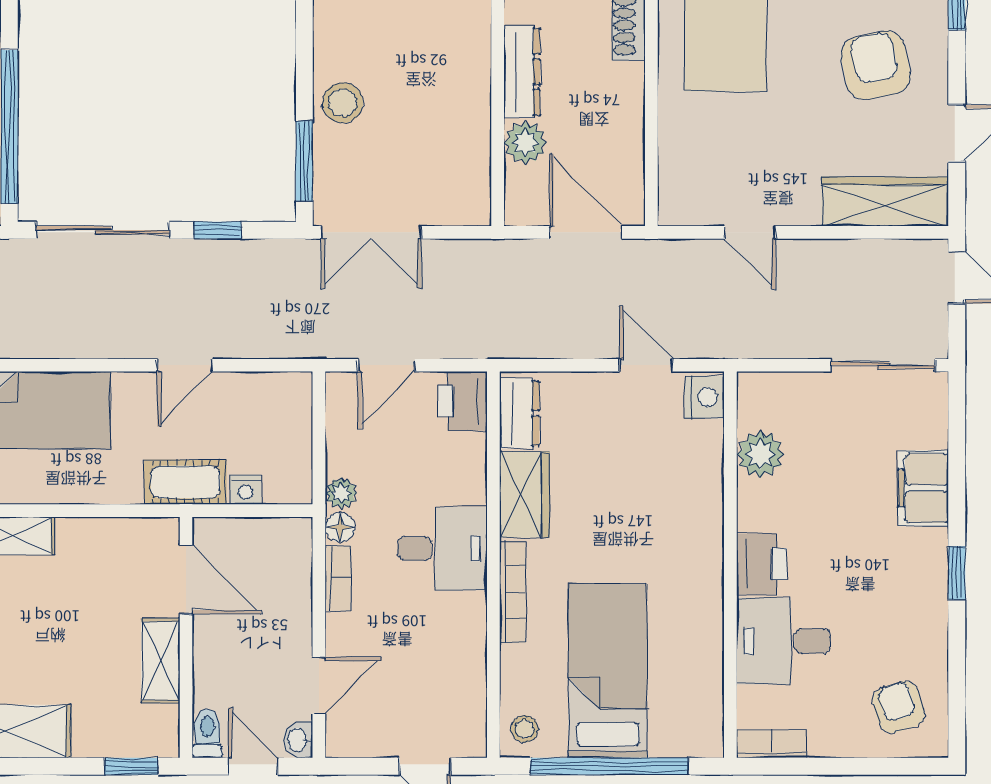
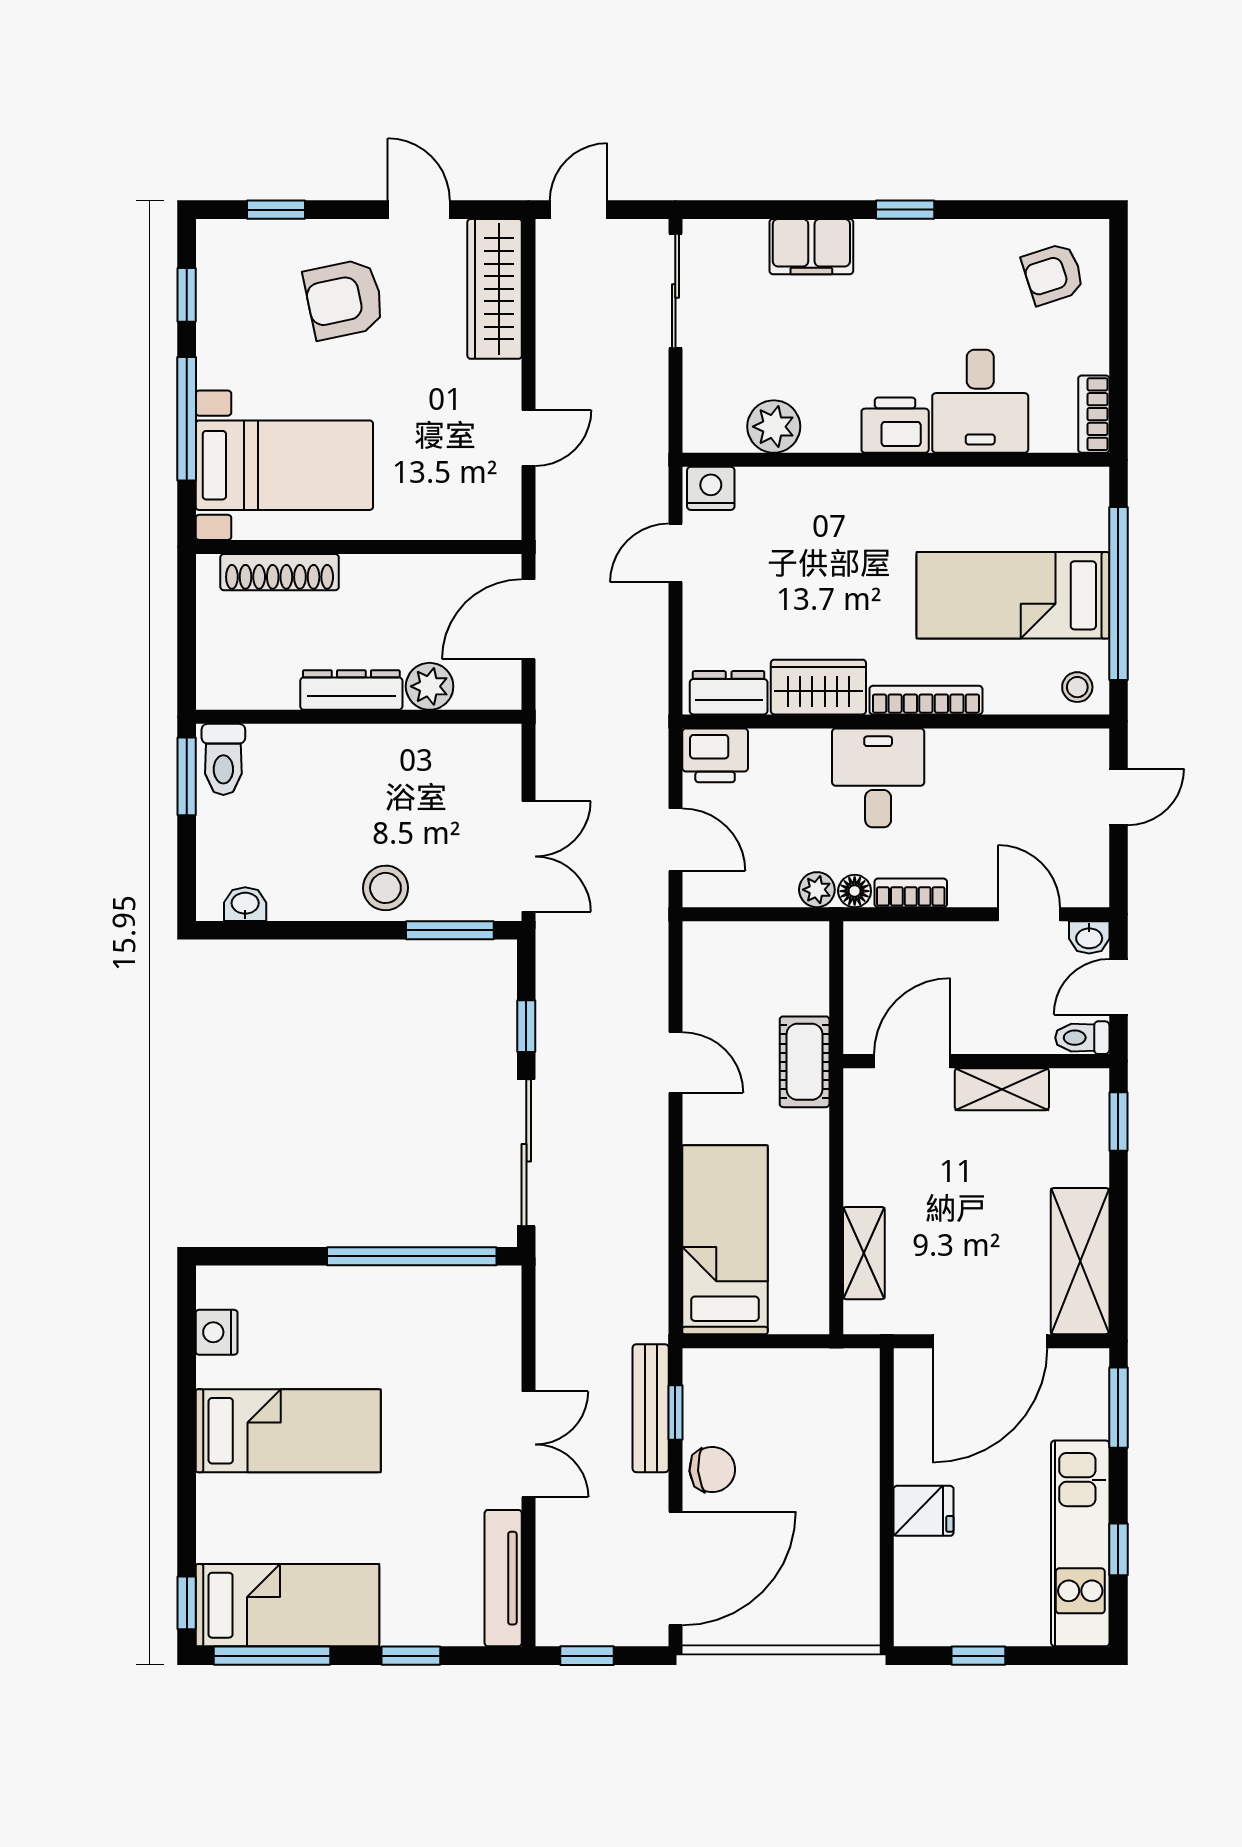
nightstand: (246, 490) -> (813, 995), removed

